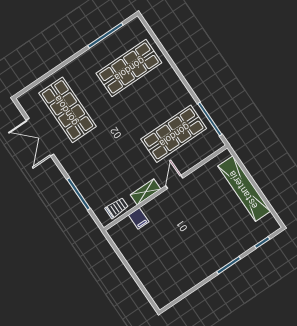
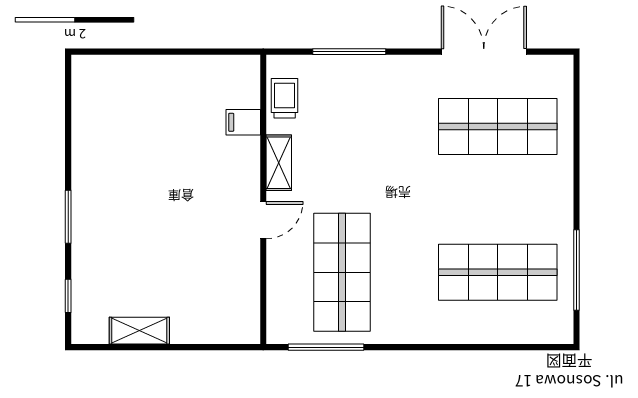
shop shelf: (129, 68) -> (498, 272), turned 90
door: (174, 182) -> (263, 220), hinge flipped
shelving: (244, 189) -> (139, 331), width x0.45, depth x0.75
trolley: (117, 208) -> (285, 98), turned 180

